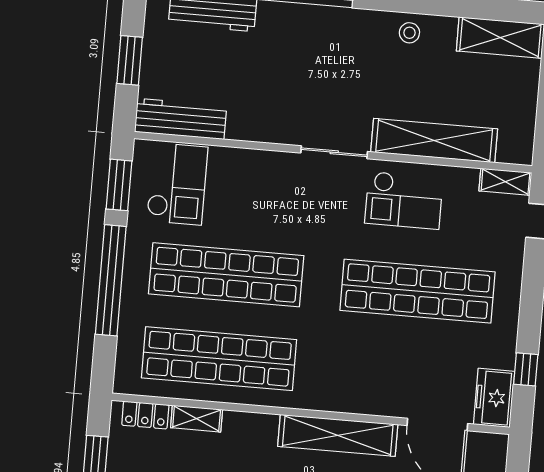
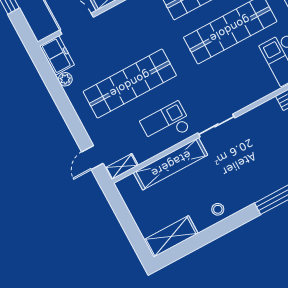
plant: (504, 357) -> (65, 79), added
window: (526, 369) -> (50, 80), removed

